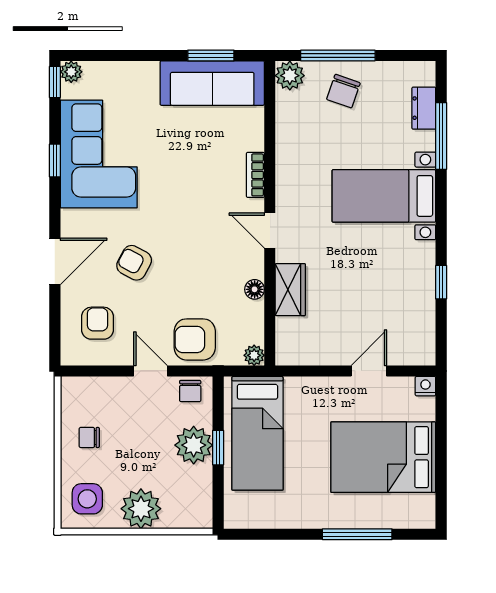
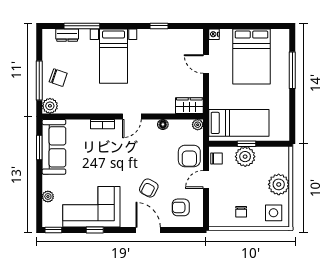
plant: (71, 72) -> (48, 197), moved
wardrobe: (290, 290) -> (189, 106), moved

